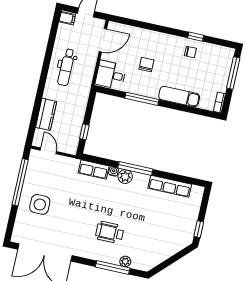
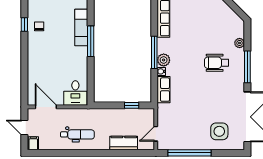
chair: (146, 65) -> (59, 63), removed
window: (142, 99) -> (91, 41), moved
side table: (40, 204) -> (219, 131), moved
wheelchair: (110, 232) -> (217, 63), turned 90
window: (113, 267) -> (247, 67), moved

